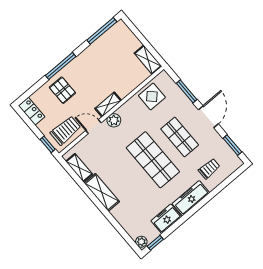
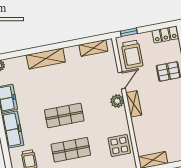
shop shelf: (153, 160) -> (64, 115), width x0.70, depth x0.74
shelving: (102, 192) -> (46, 58), moved

